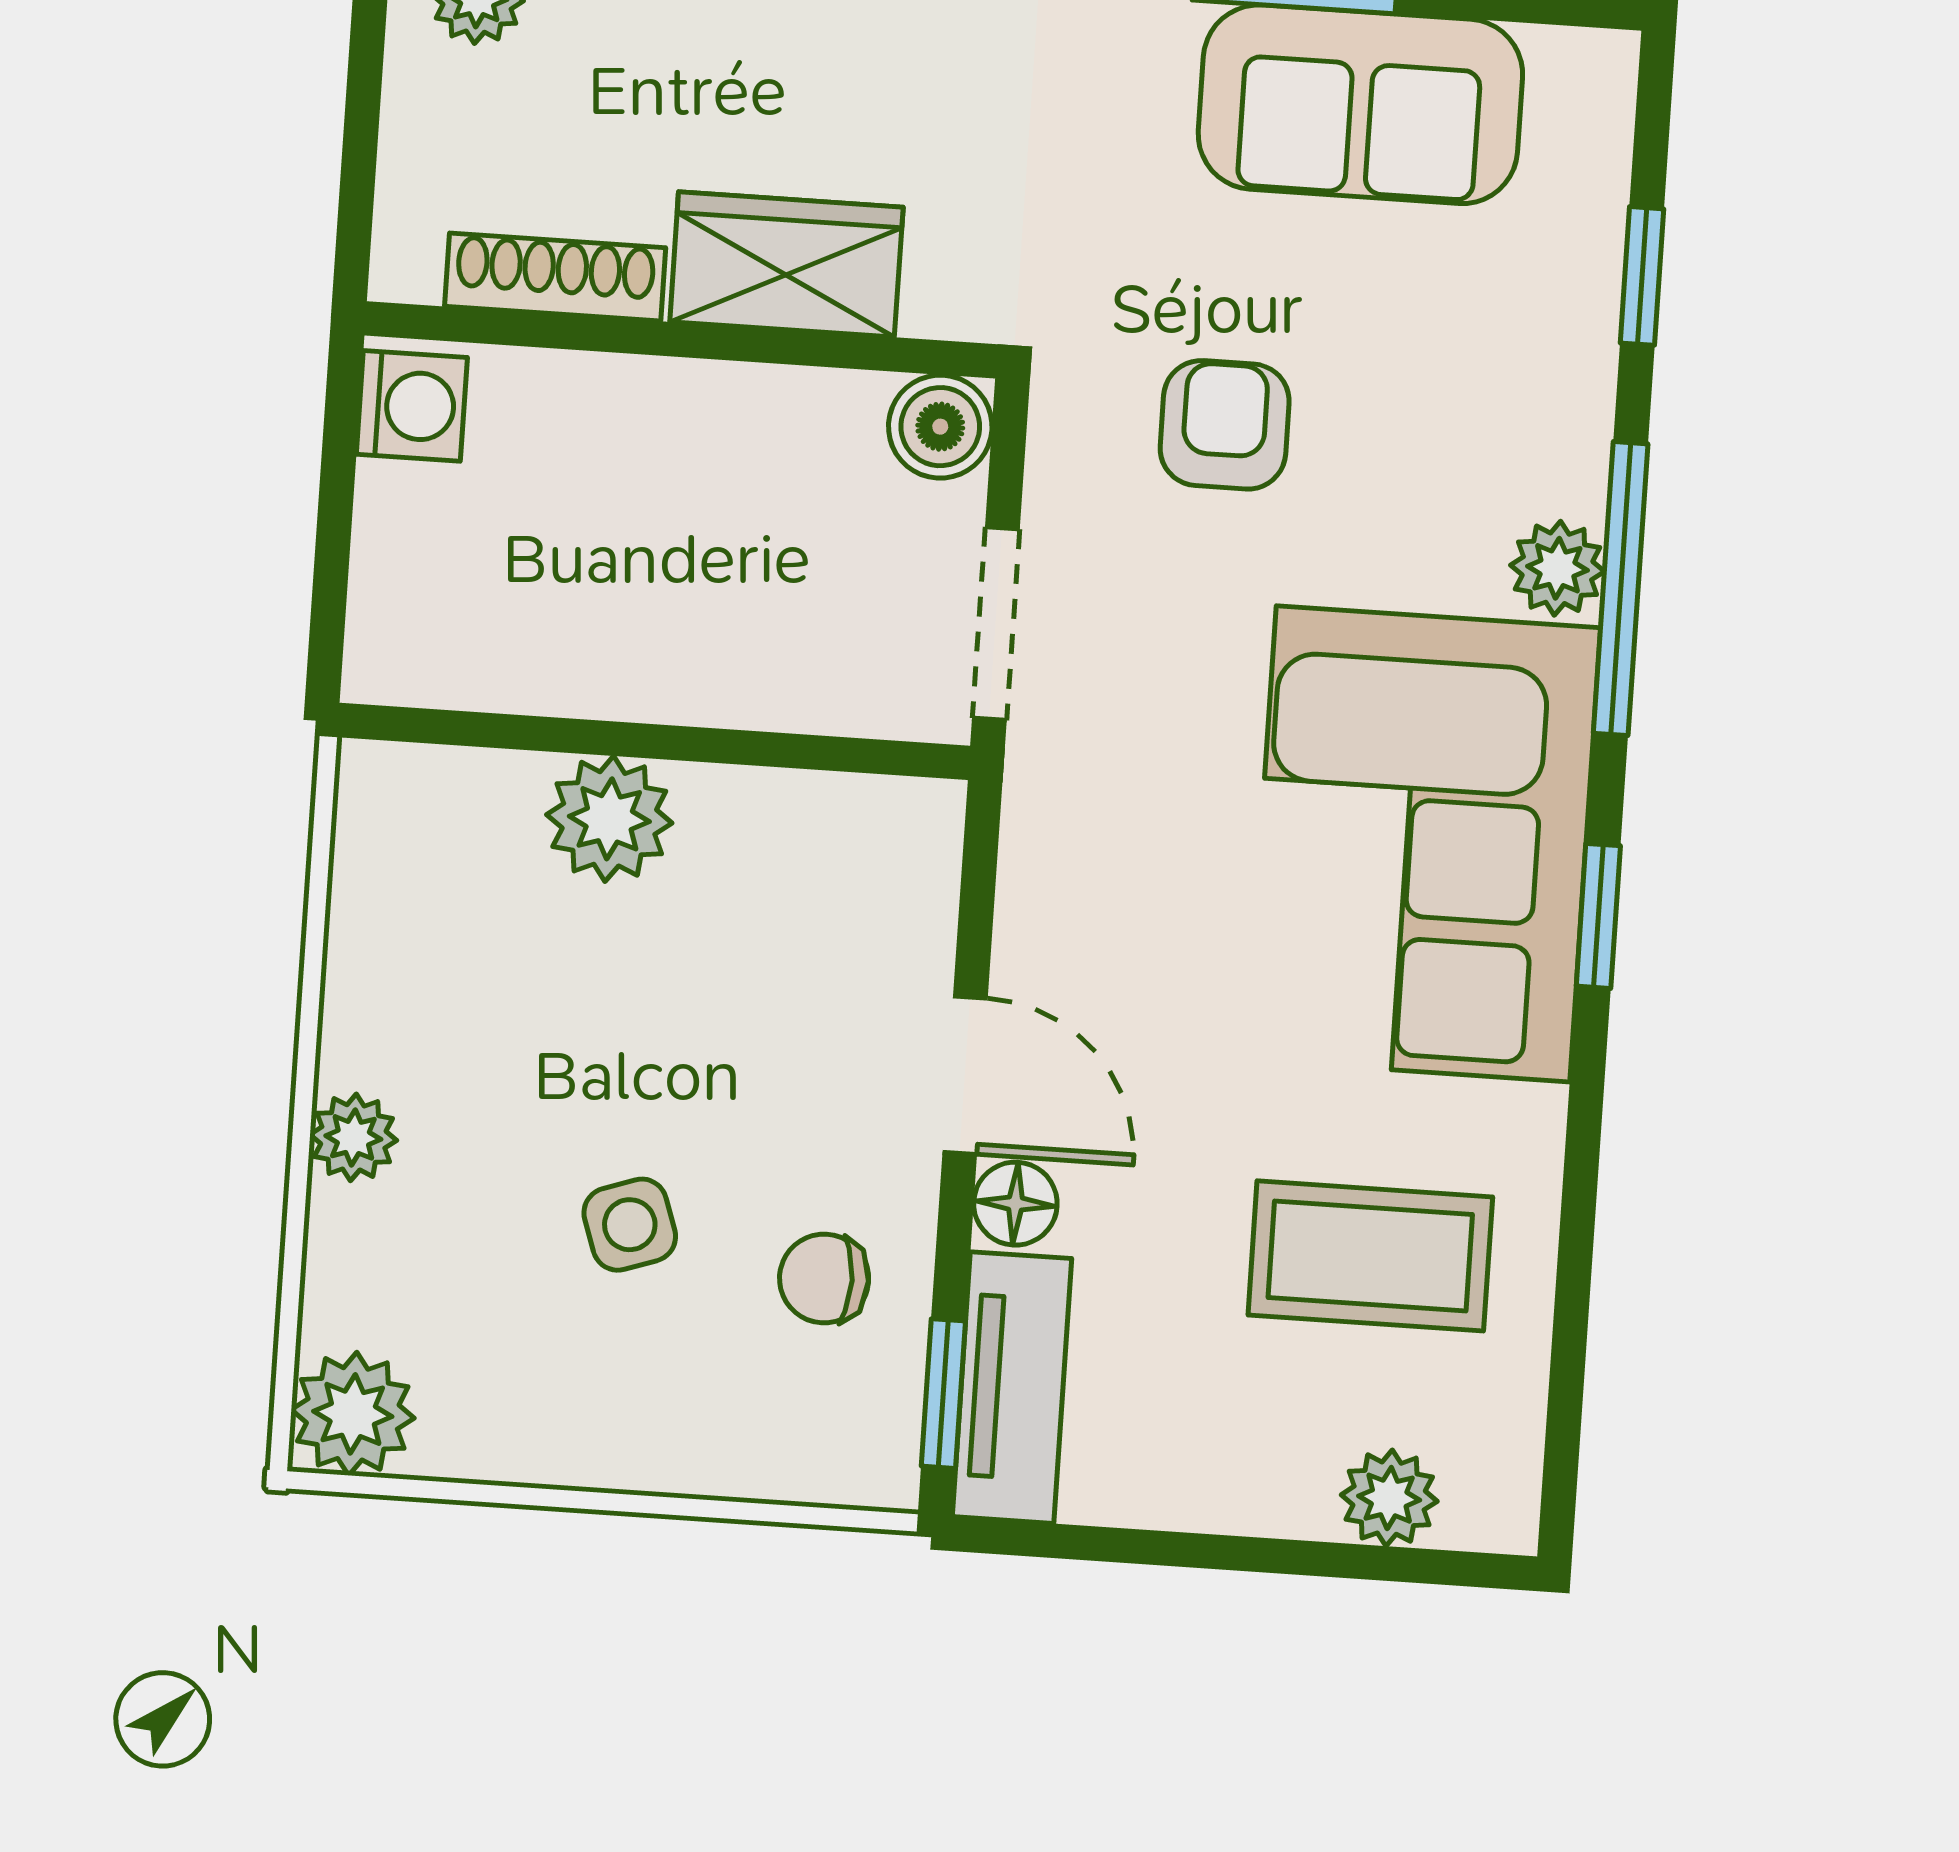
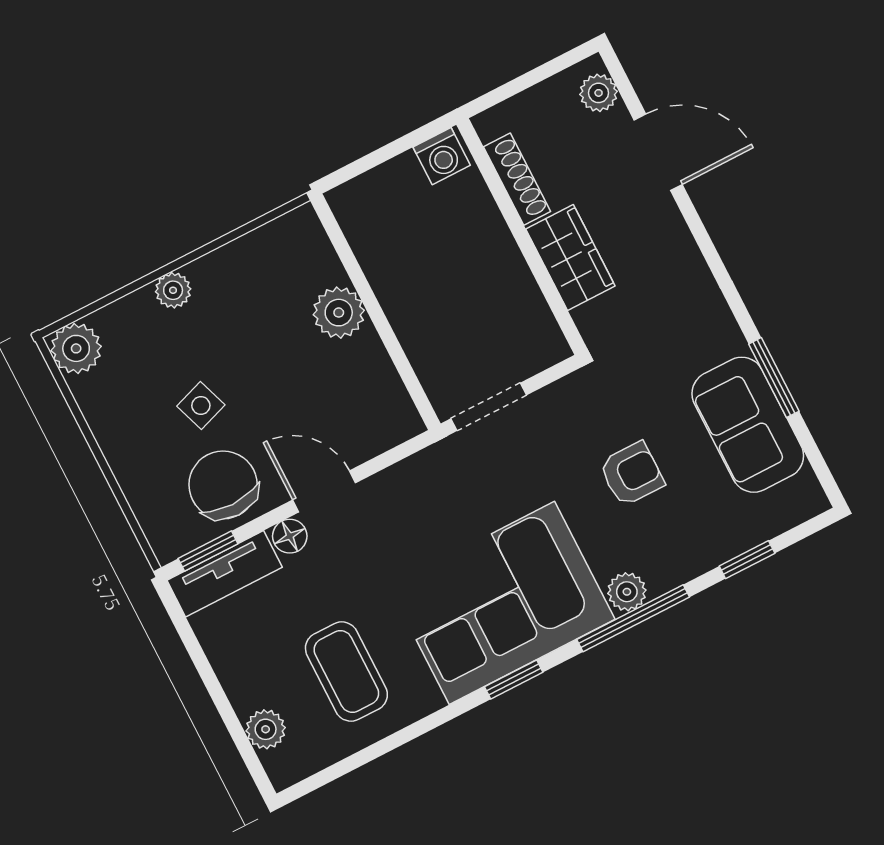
armchair: (1225, 425) -> (632, 474), moved
boiler: (940, 427) -> (546, 346), removed
door: (965, 1075) -> (324, 491), swing flipped
chair: (824, 1278) -> (223, 485), width x1.87, depth x1.87

